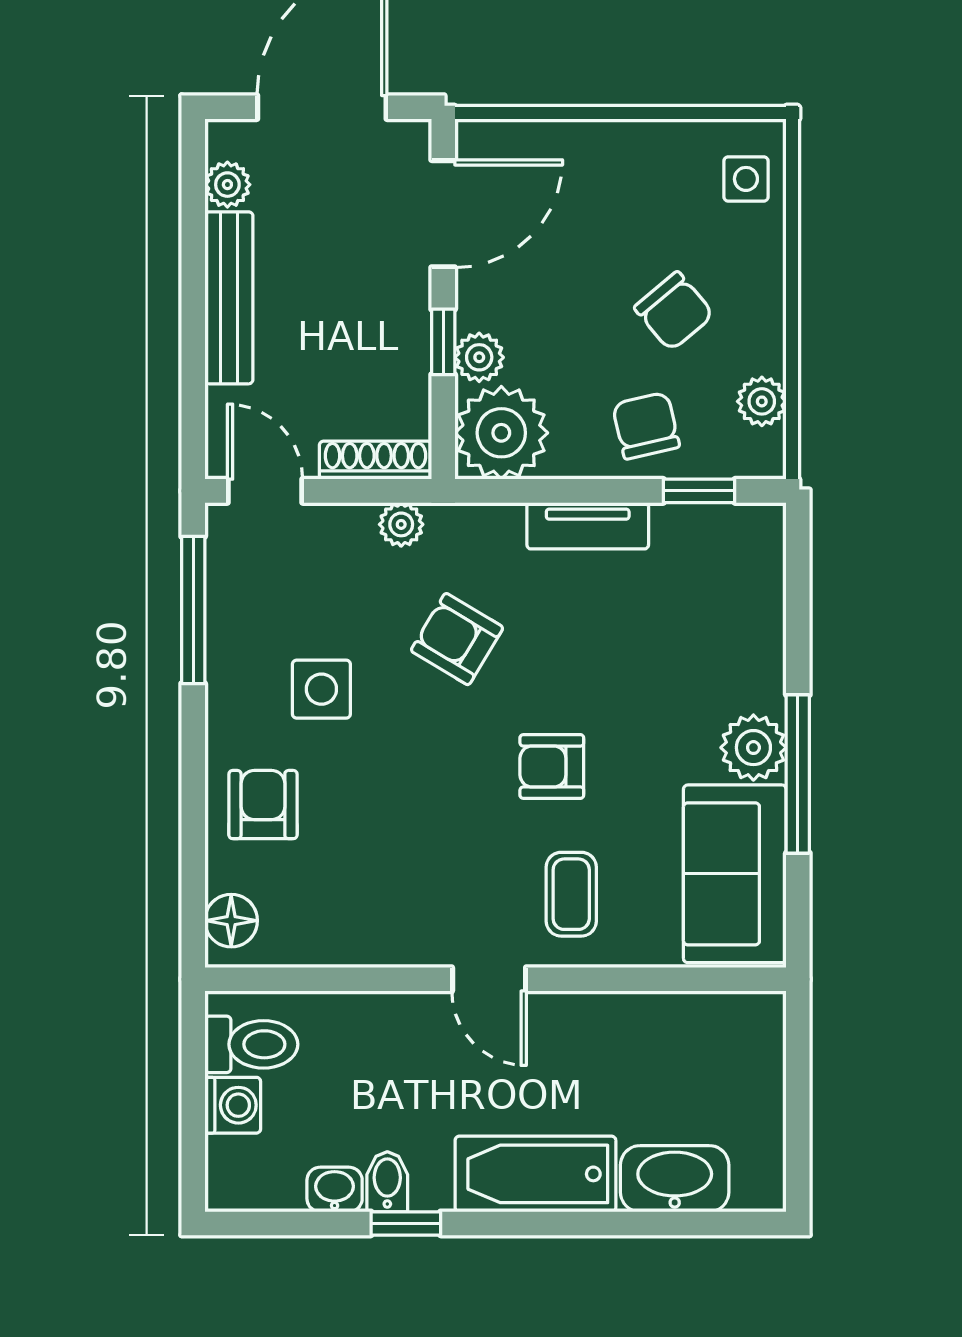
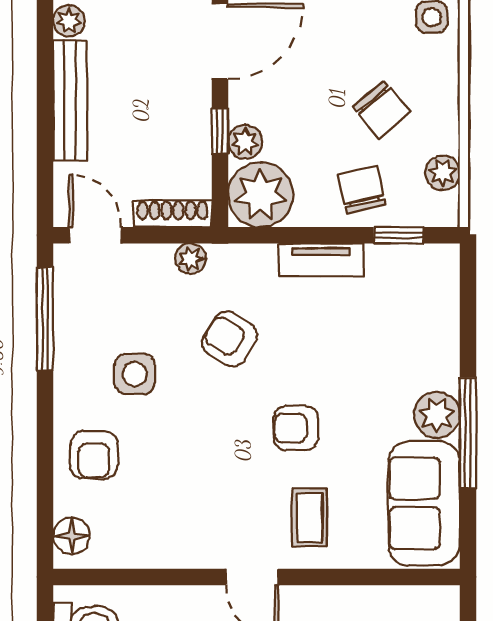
armchair: (263, 805) -> (94, 455), turned 180

